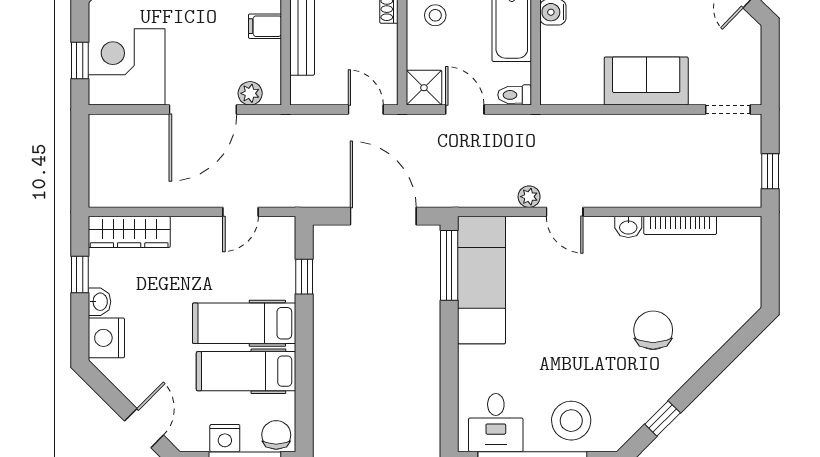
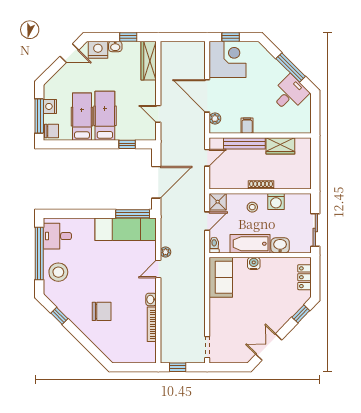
sofa: (646, 81) -> (221, 277), moved
door: (366, 110) -> (207, 158), moved
door: (144, 428) -> (69, 53), moved

